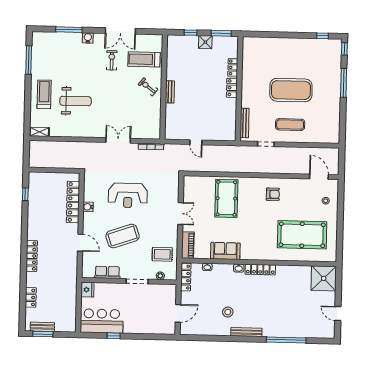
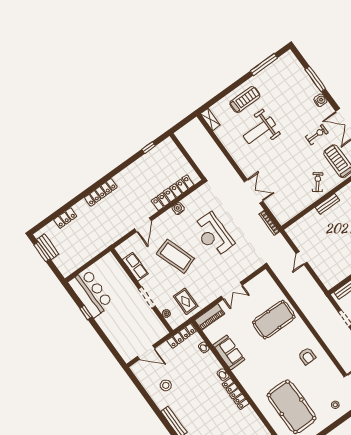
weight bench: (76, 101) -> (259, 130), turned 90
fridge: (87, 290) -> (108, 261), removed
stool: (228, 312) -> (166, 385), moved

